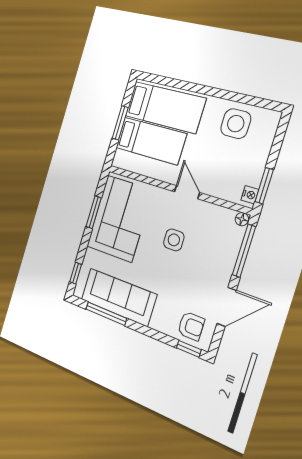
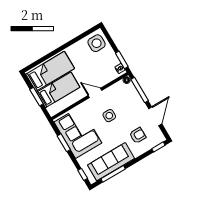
side table: (236, 124) -> (97, 43), moved
armchair: (191, 326) -> (138, 135), moved

